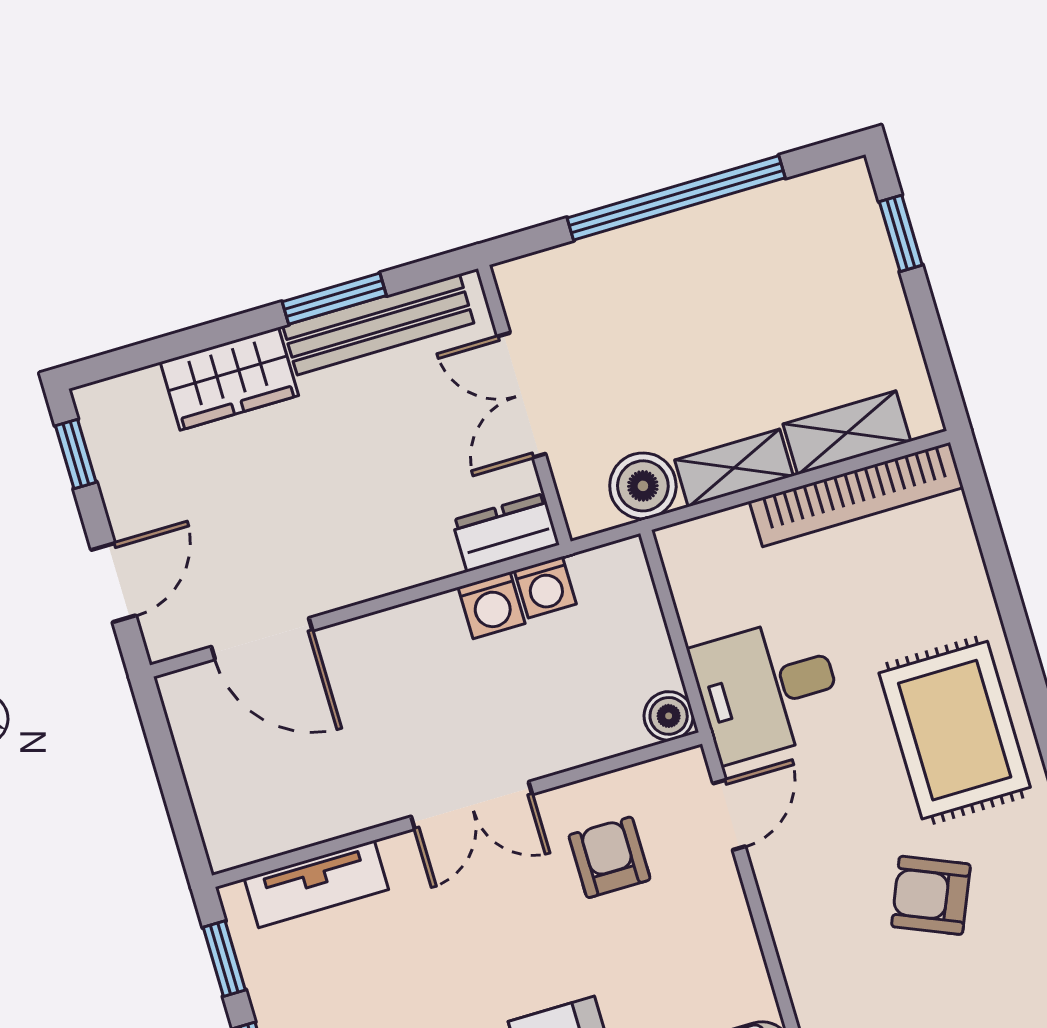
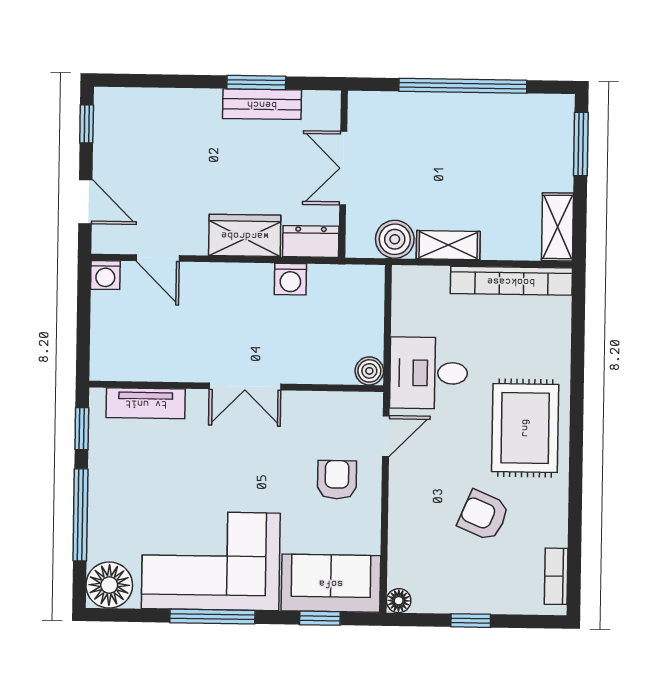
window: (901, 233) -> (581, 144), width x1.50
bench: (378, 324) -> (262, 104), width x0.73
wardrobe: (229, 379) -> (245, 235), moved, turned 180
shelving: (847, 433) -> (558, 227), moved, turned 90
door: (114, 583) -> (85, 202), hinge flipped
washing machine: (545, 587) -> (105, 275), moved
door: (262, 639) -> (158, 258), width x0.73
armchair: (609, 857) -> (337, 480), moved

